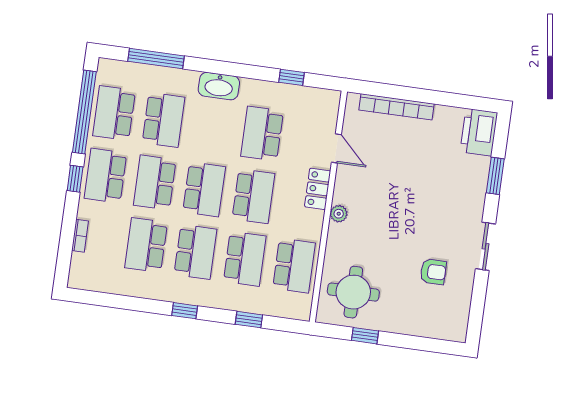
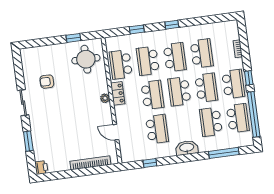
printer: (479, 132) -> (41, 168), width x0.53, depth x0.68
locker: (318, 189) -> (118, 93), moved
school desk: (253, 196) -> (152, 95), turned 180
school desk: (195, 252) -> (175, 57), turned 180

